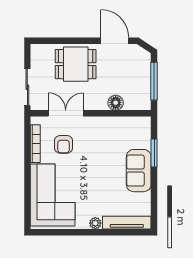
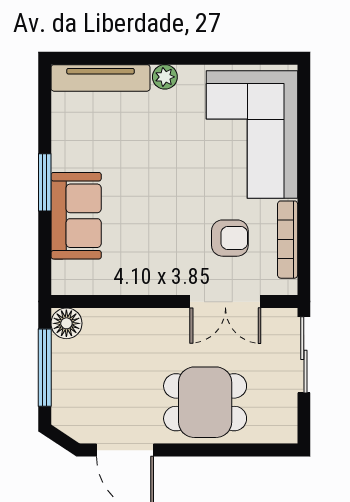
floor lamp: (116, 103) -> (66, 323), moved
armchair: (64, 144) -> (230, 238), turned 90
window: (154, 153) -> (45, 182), moved
sofa: (139, 171) -> (76, 216), moved

